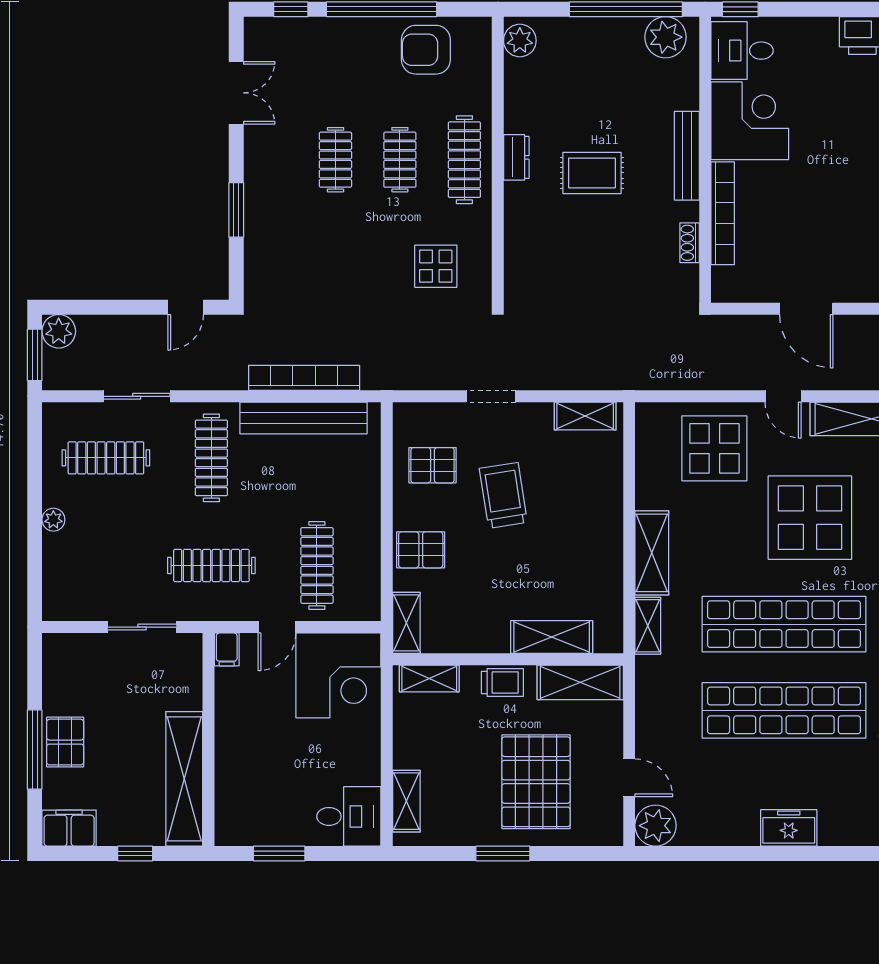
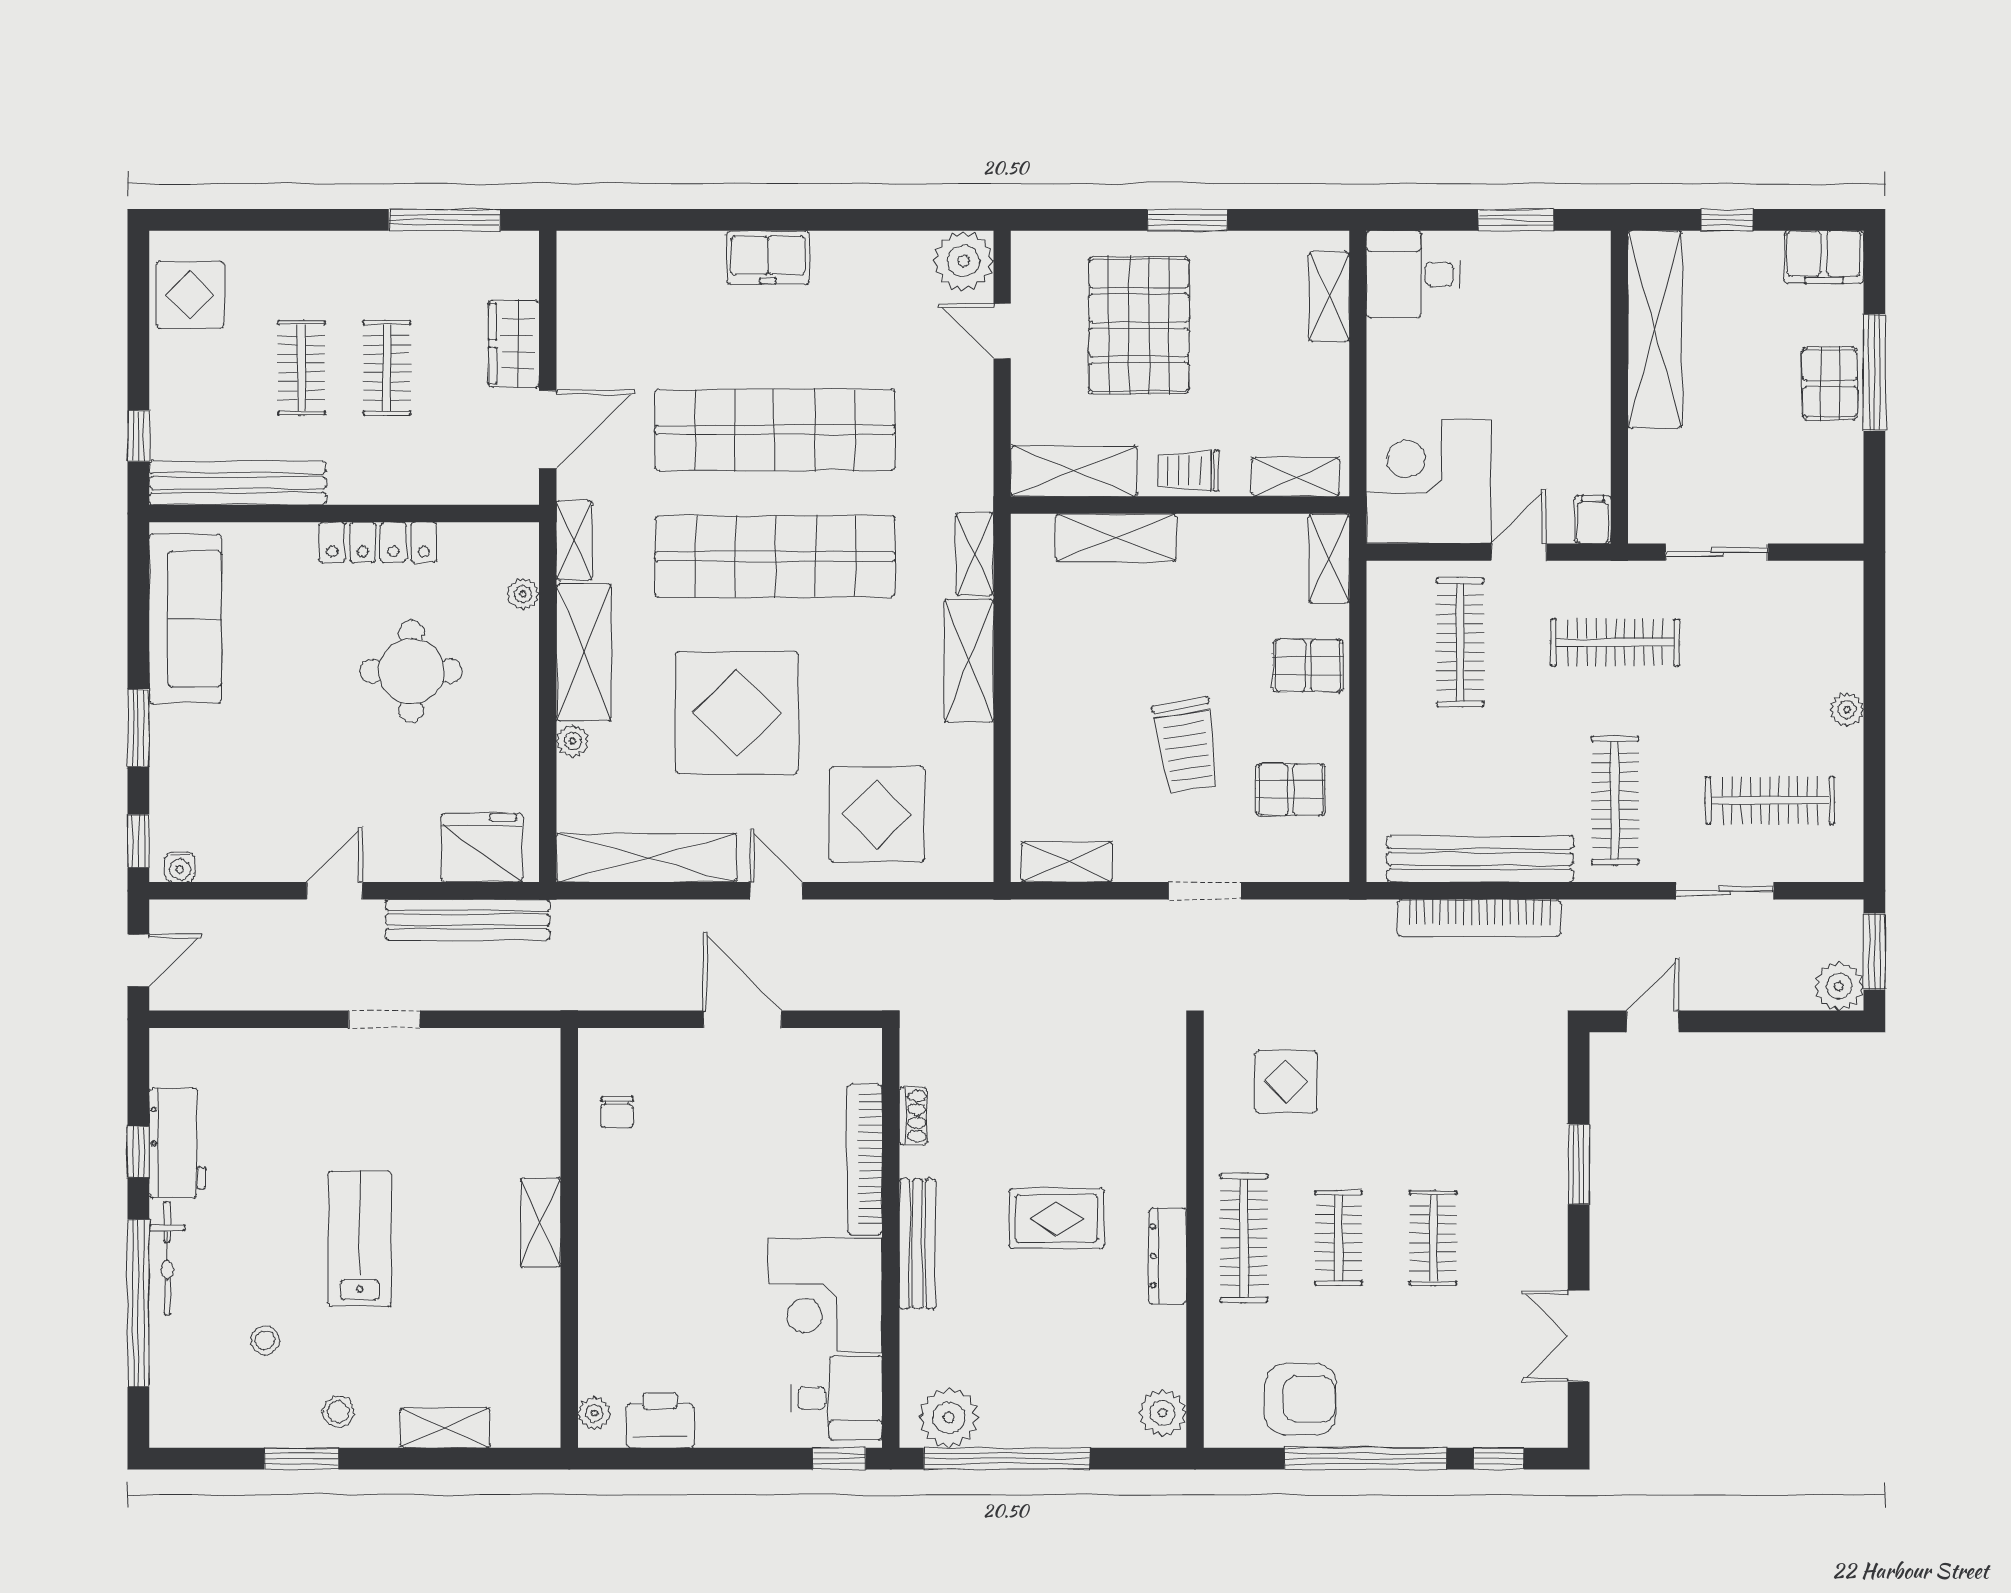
dresser: (516, 157) -> (1168, 1256), width x1.44

